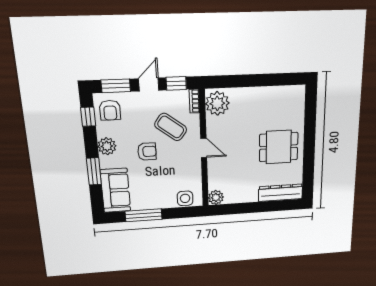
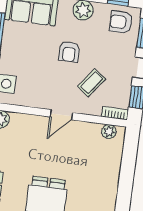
plant: (217, 103) -> (109, 132), width x0.53, depth x0.53
coffee table: (171, 127) -> (92, 83), width x0.73, depth x0.77

